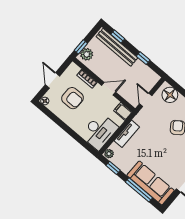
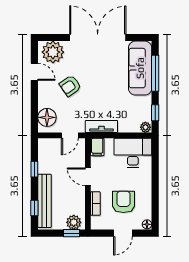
tv unit: (127, 134) -> (101, 126), moved

